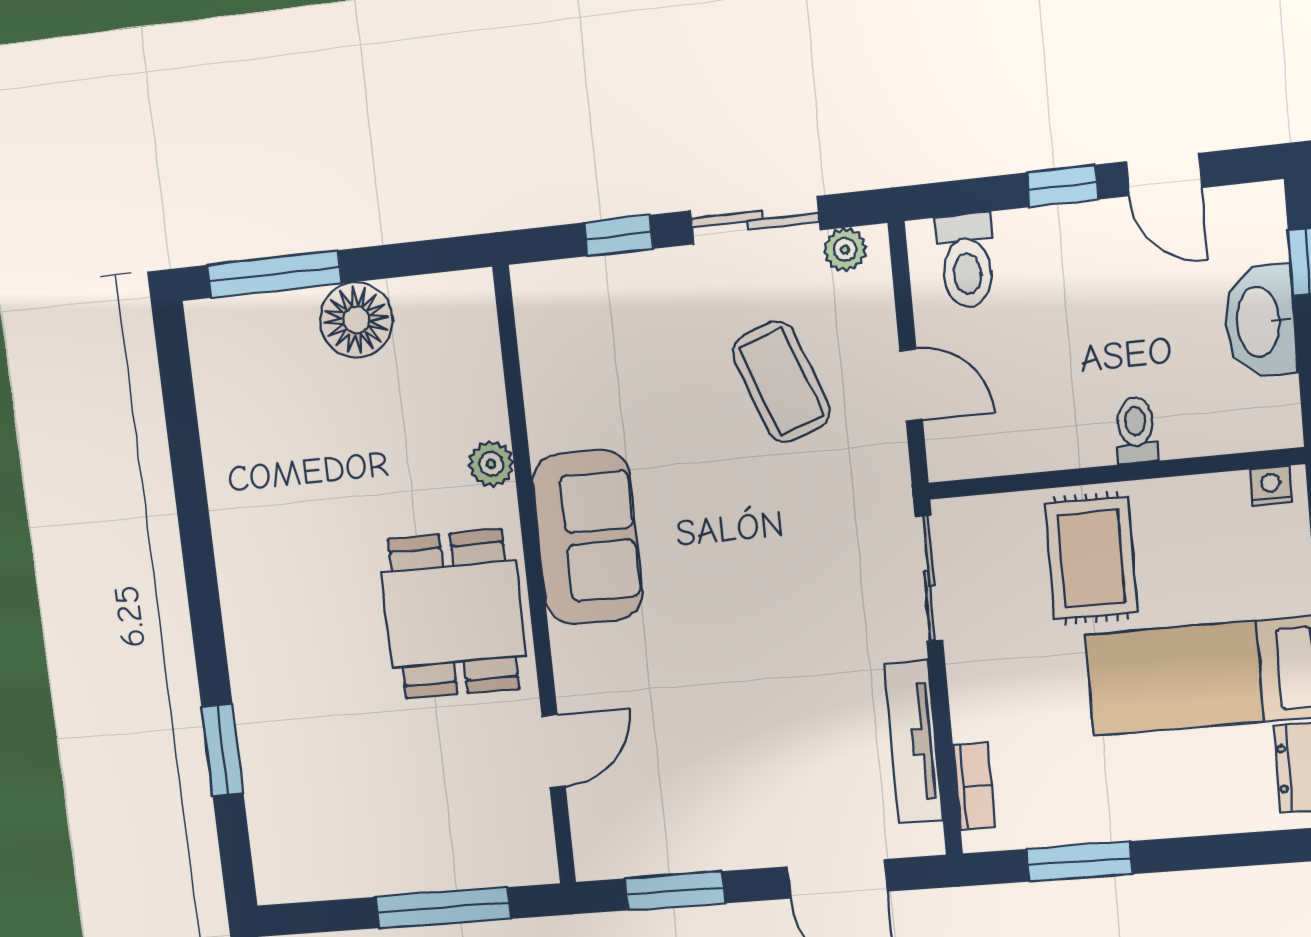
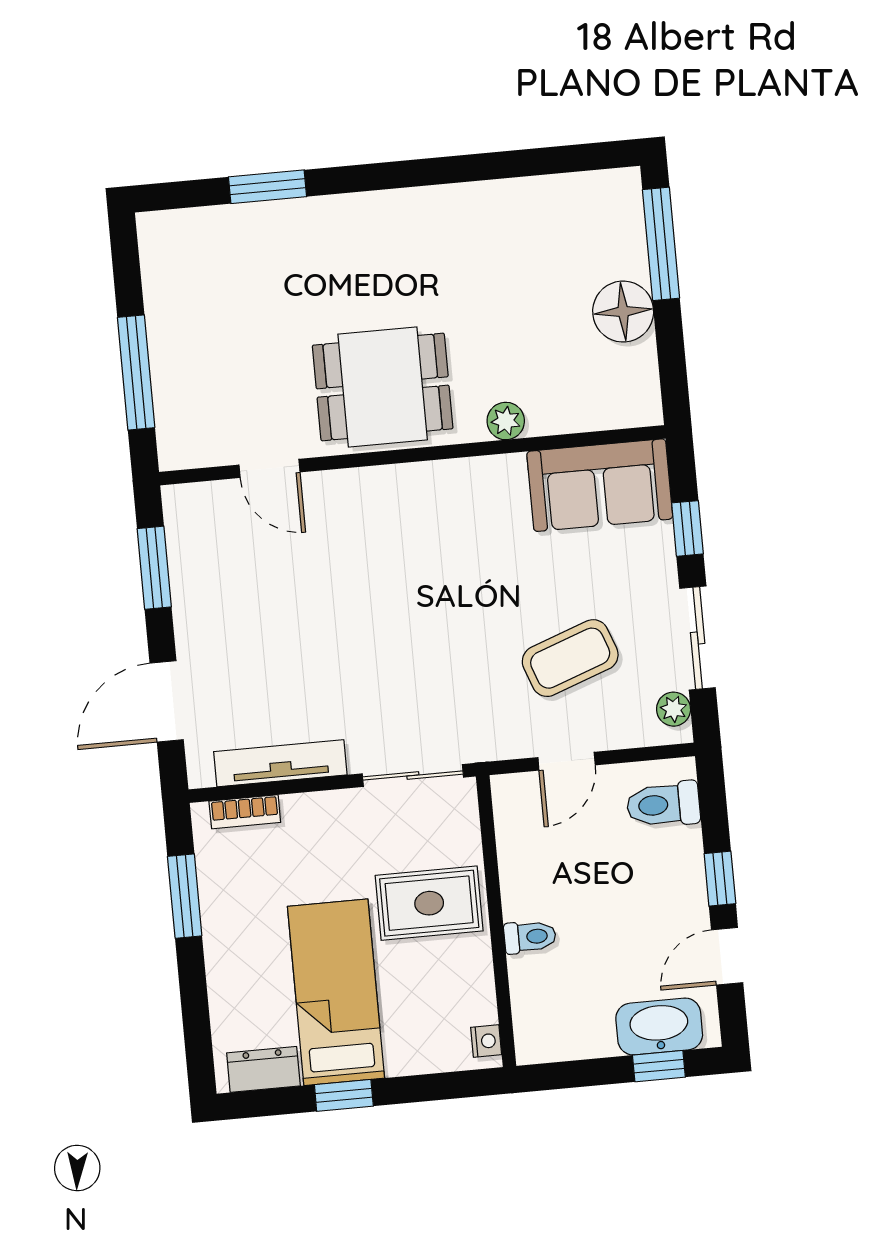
washbasin: (1260, 322) -> (659, 1026), moved
sofa: (587, 537) -> (600, 485), moved

